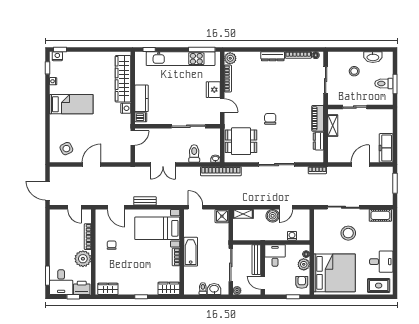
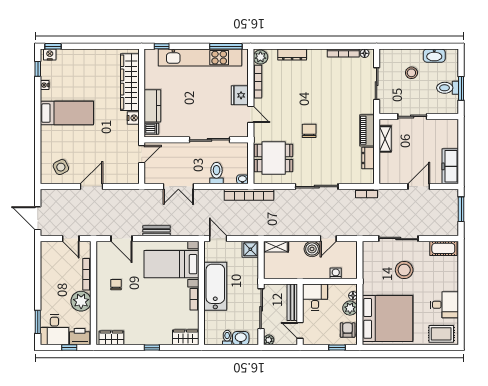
dresser: (273, 56) -> (292, 55), moved
bathtub: (191, 252) -> (215, 286), width x1.36, depth x1.36

